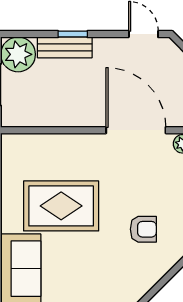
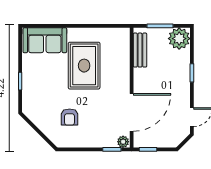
bench: (65, 47) -> (140, 50), moved

